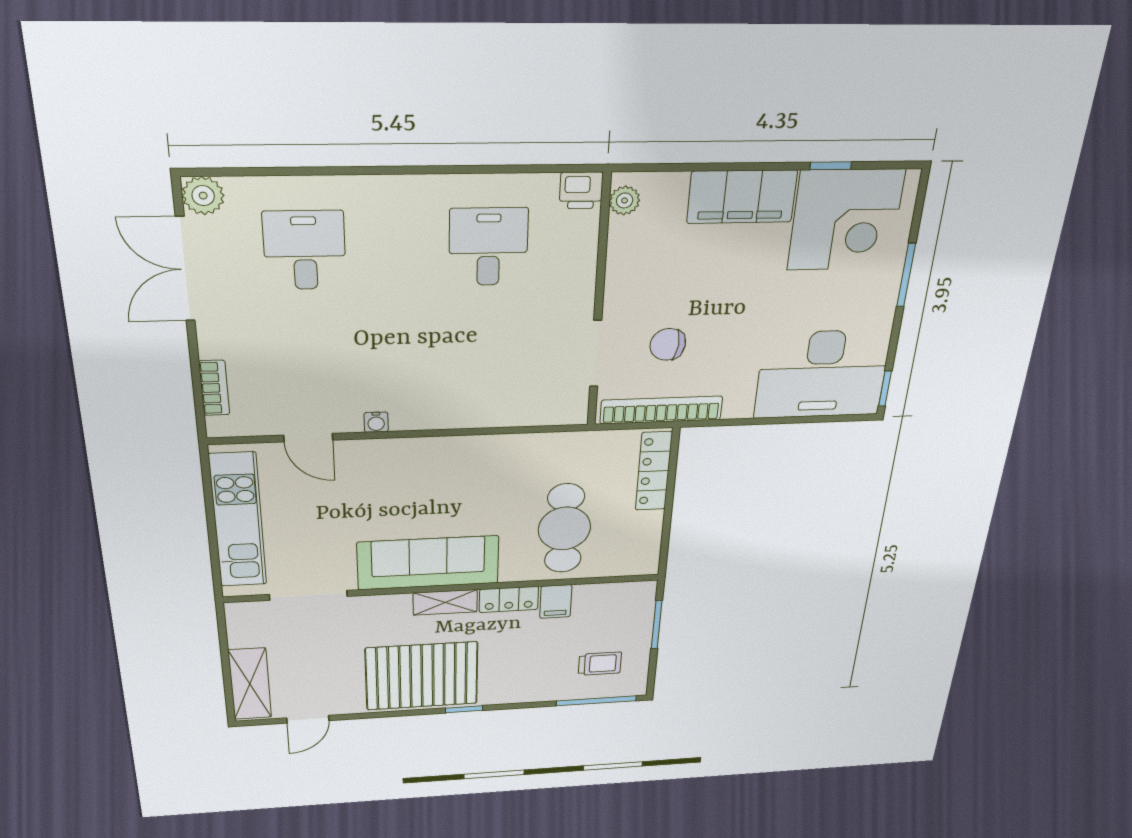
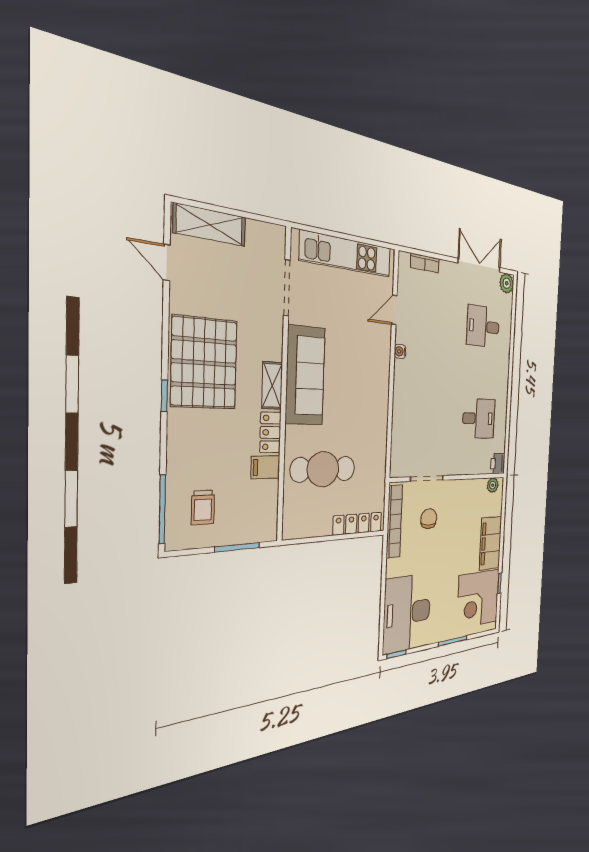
desk: (305, 250) -> (483, 327), turned 180

